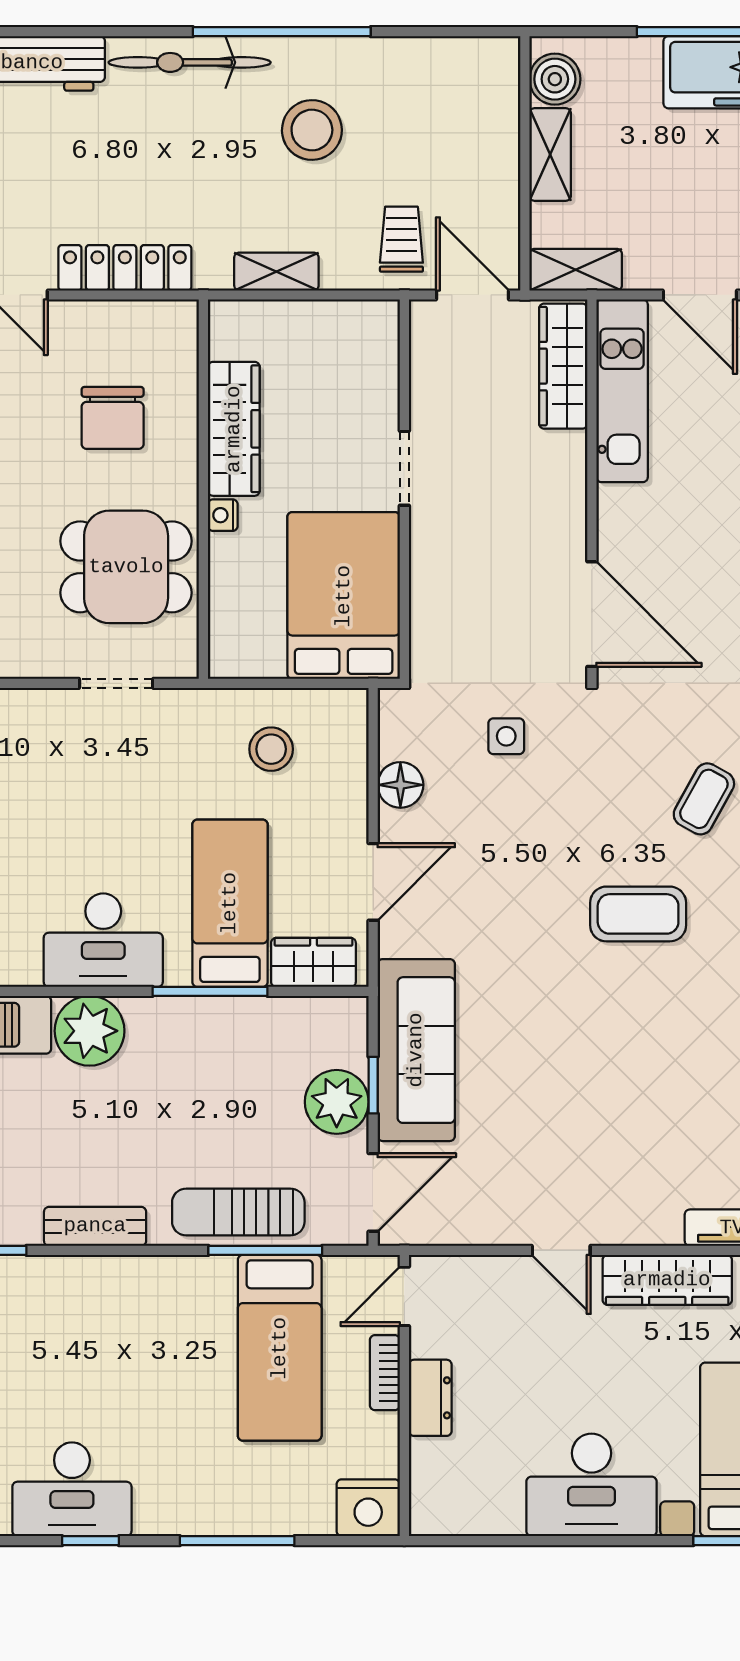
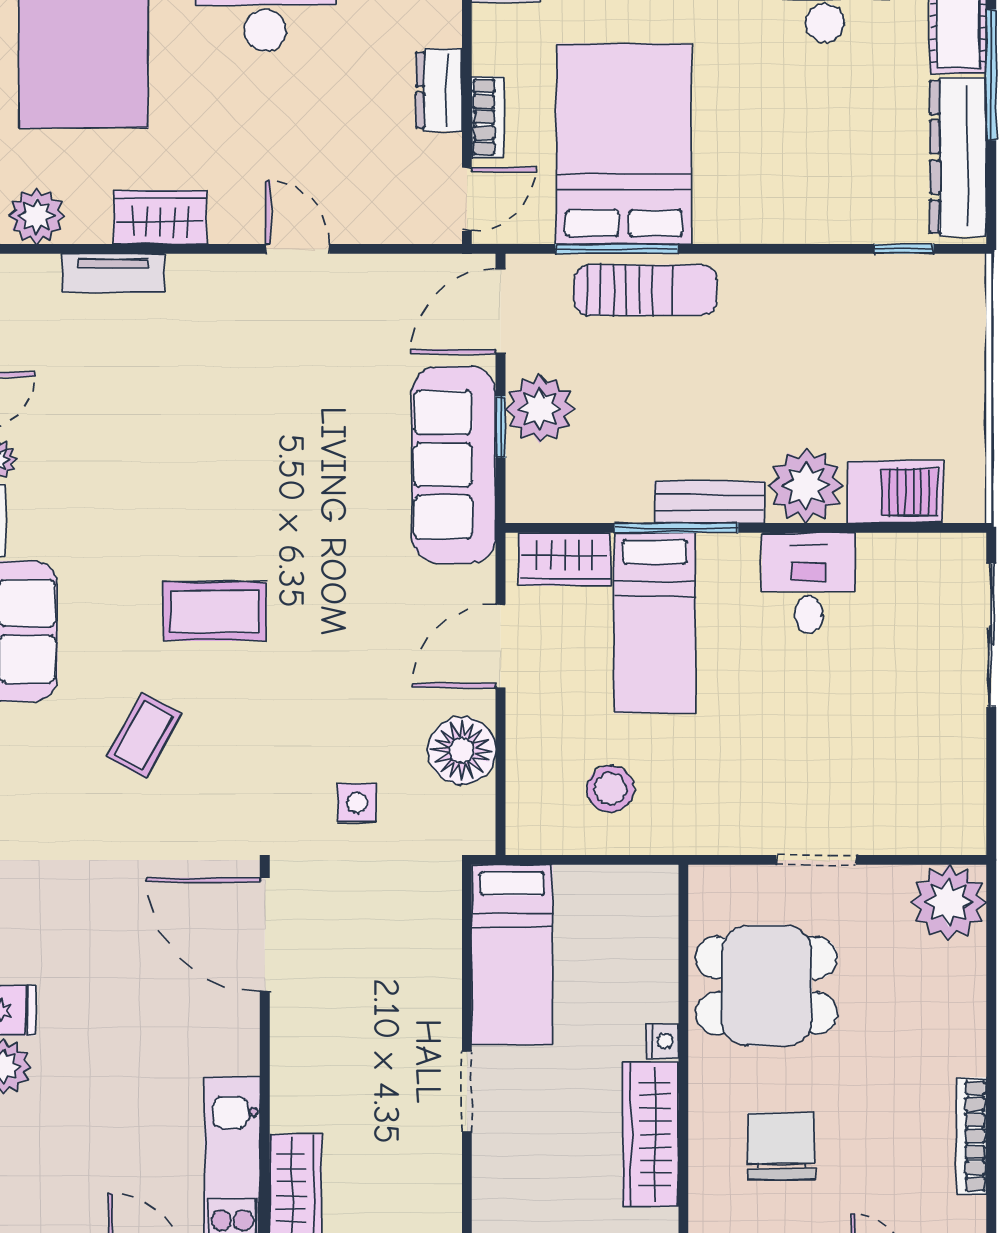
bed: (344, 596) -> (512, 955), width x0.67
doorway: (116, 683) -> (816, 860), moved
floor lamp: (400, 785) -> (462, 751), width x1.38, depth x1.38
desk: (103, 940) -> (809, 583), width x0.73
bench: (95, 1226) -> (710, 502), moved
wardrobe: (667, 1280) -> (160, 217), width x0.67
bed: (280, 1348) -> (624, 144), width x1.50

